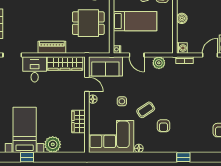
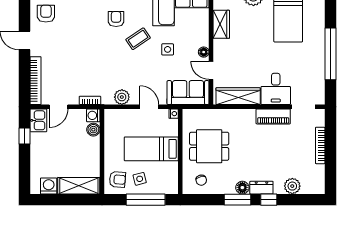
boiler: (182, 18) -> (93, 130), moved
piano: (52, 47) -> (273, 116), moved

